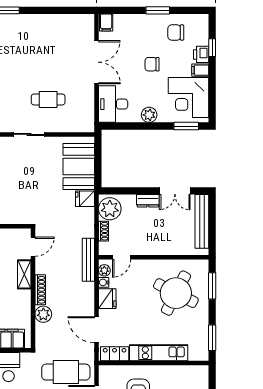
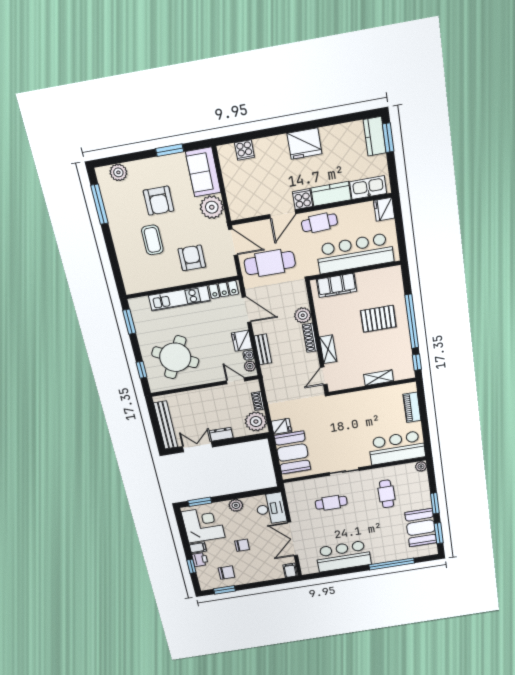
window: (158, 10) -> (224, 590), moved
bar counter: (45, 30) -> (343, 556), added
door: (122, 257) -> (236, 381), hinge flipped
bench: (88, 260) -> (263, 349), moved, width x0.73
window: (212, 286) -> (141, 370), width x0.67

